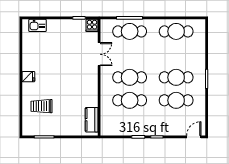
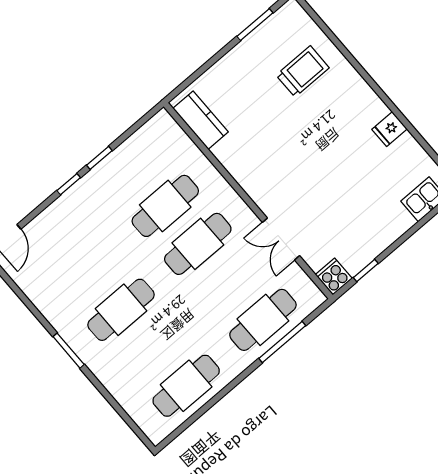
fridge: (28, 77) -> (390, 129), moved
cafe table: (176, 100) -> (88, 272), removed

